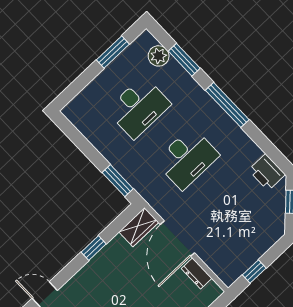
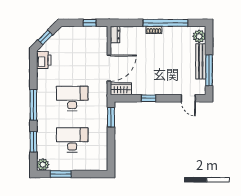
plant: (159, 56) -> (43, 165), moved
dresser: (197, 273) -> (115, 35), moved

